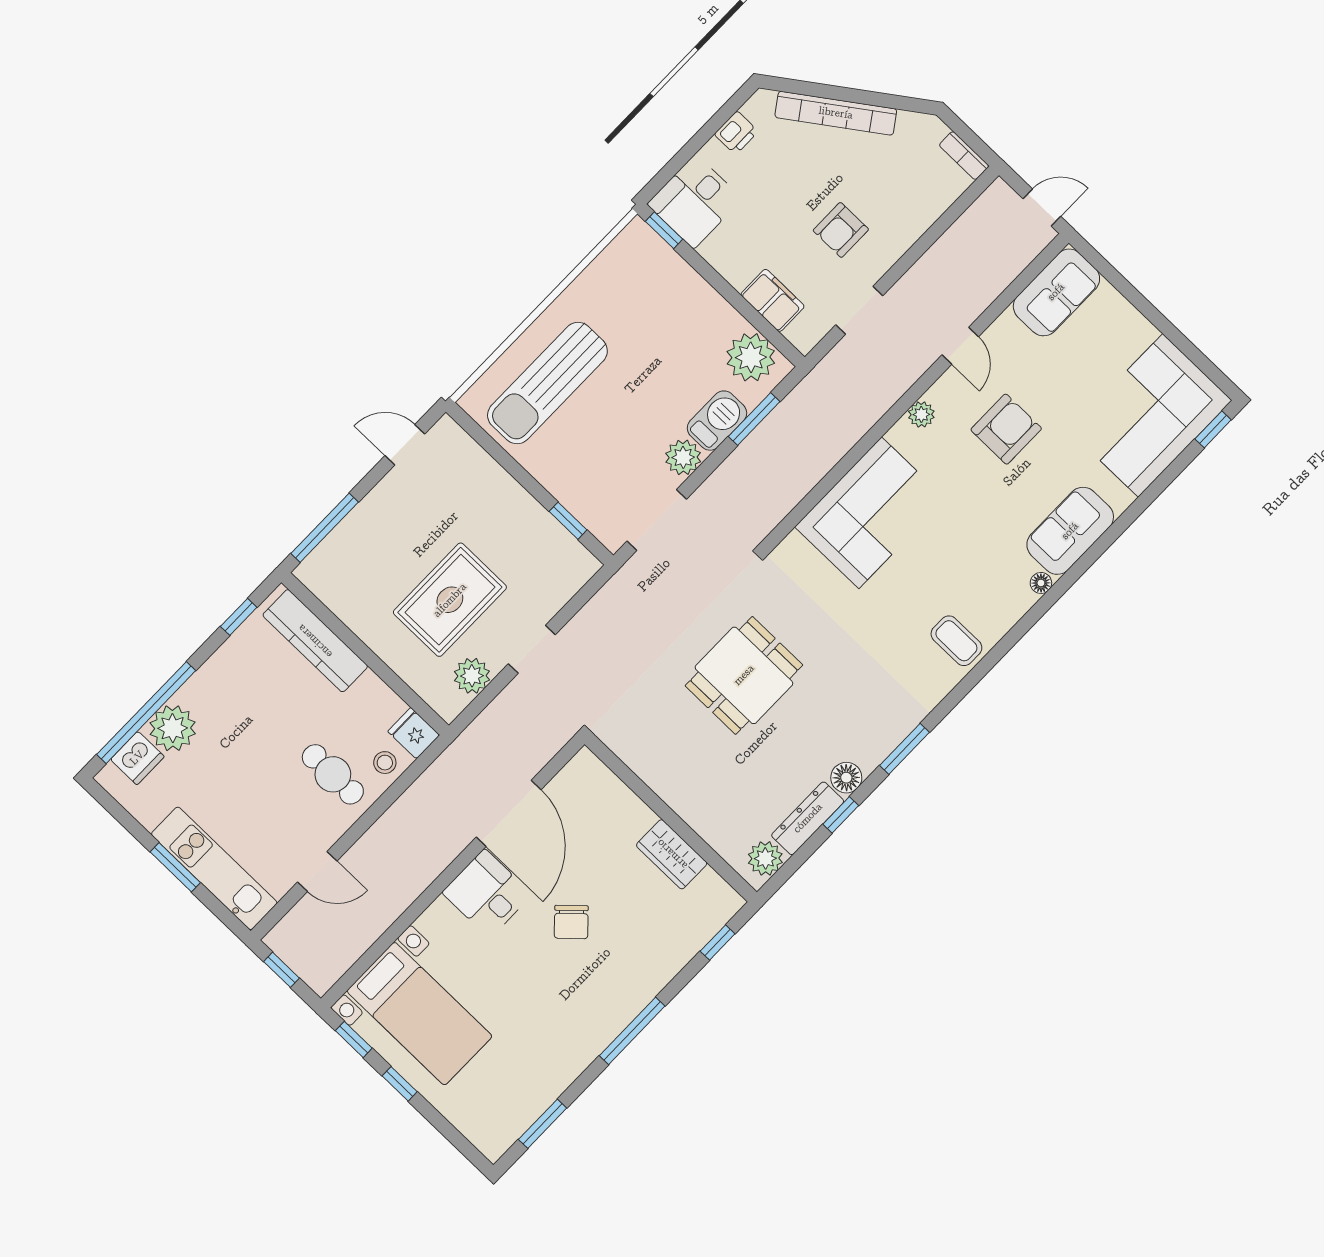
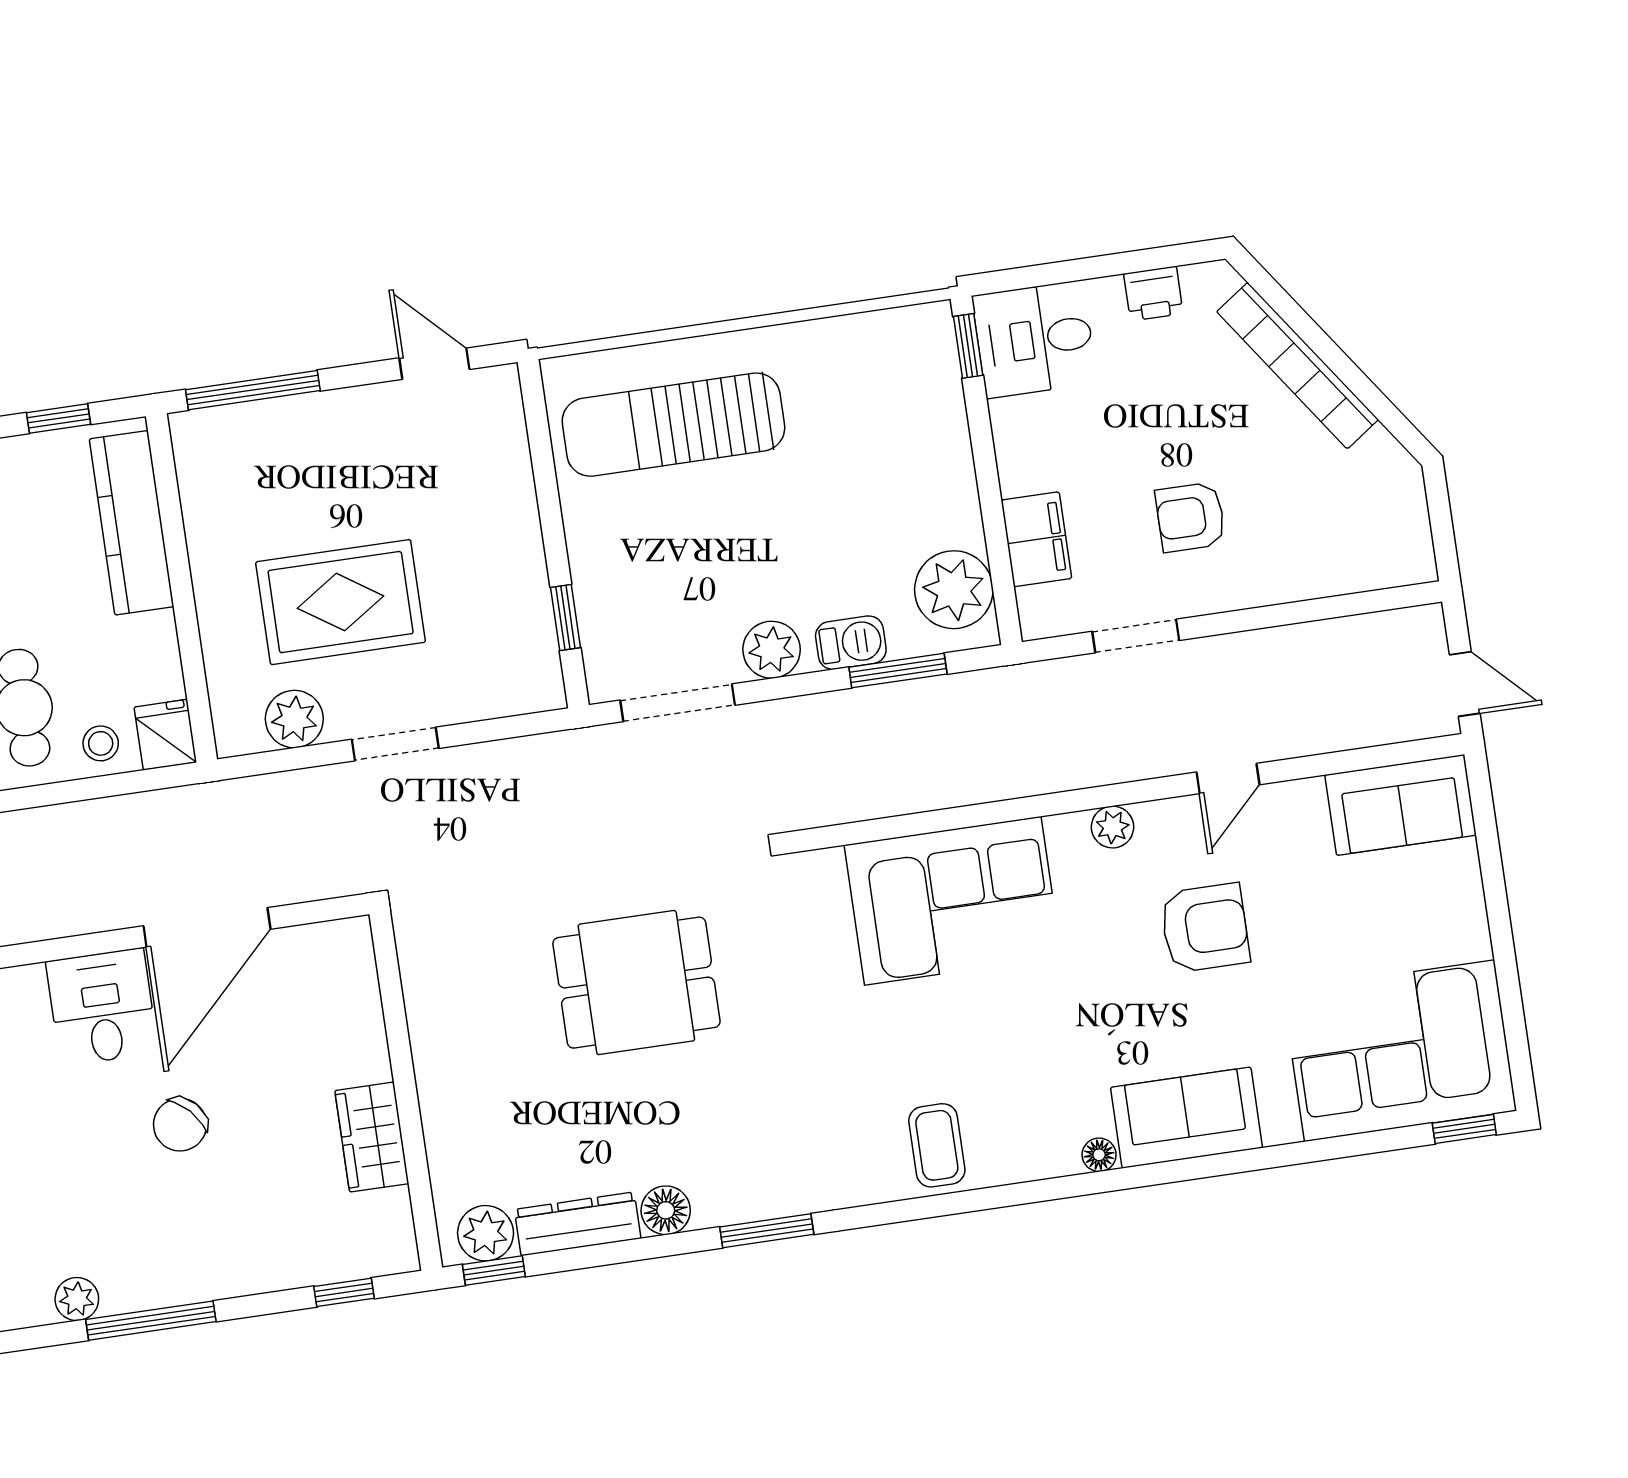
bookcase: (964, 156) -> (1417, 543), removed
barbecue: (717, 421) -> (851, 643), width x0.73, depth x0.79
window: (841, 815) -> (494, 1271), moved
plant: (587, 1049) -> (77, 1299), added

